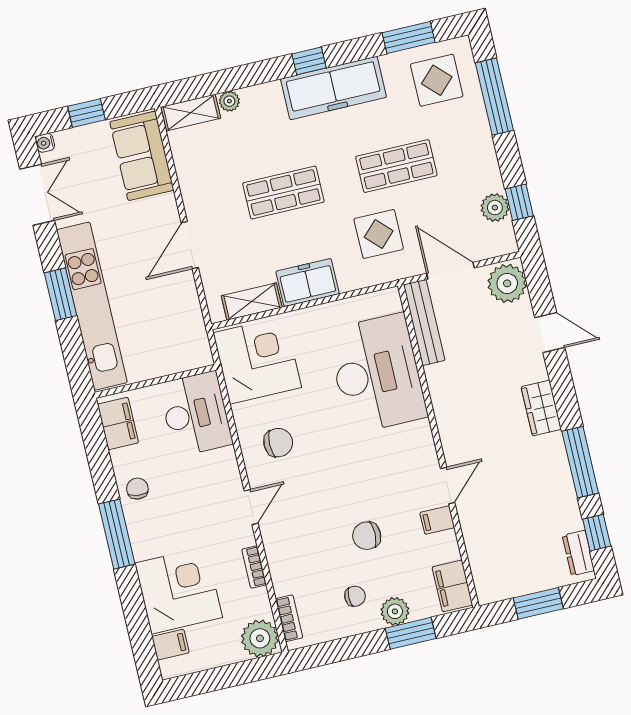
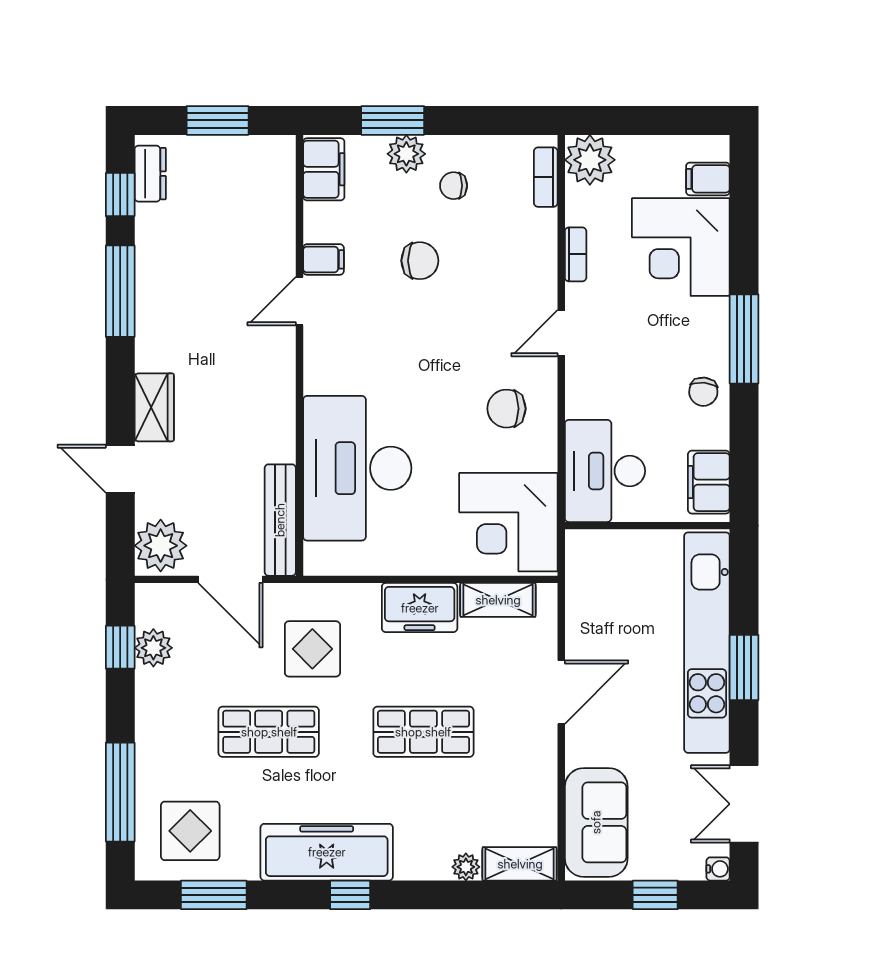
wardrobe: (541, 408) -> (154, 407), moved

